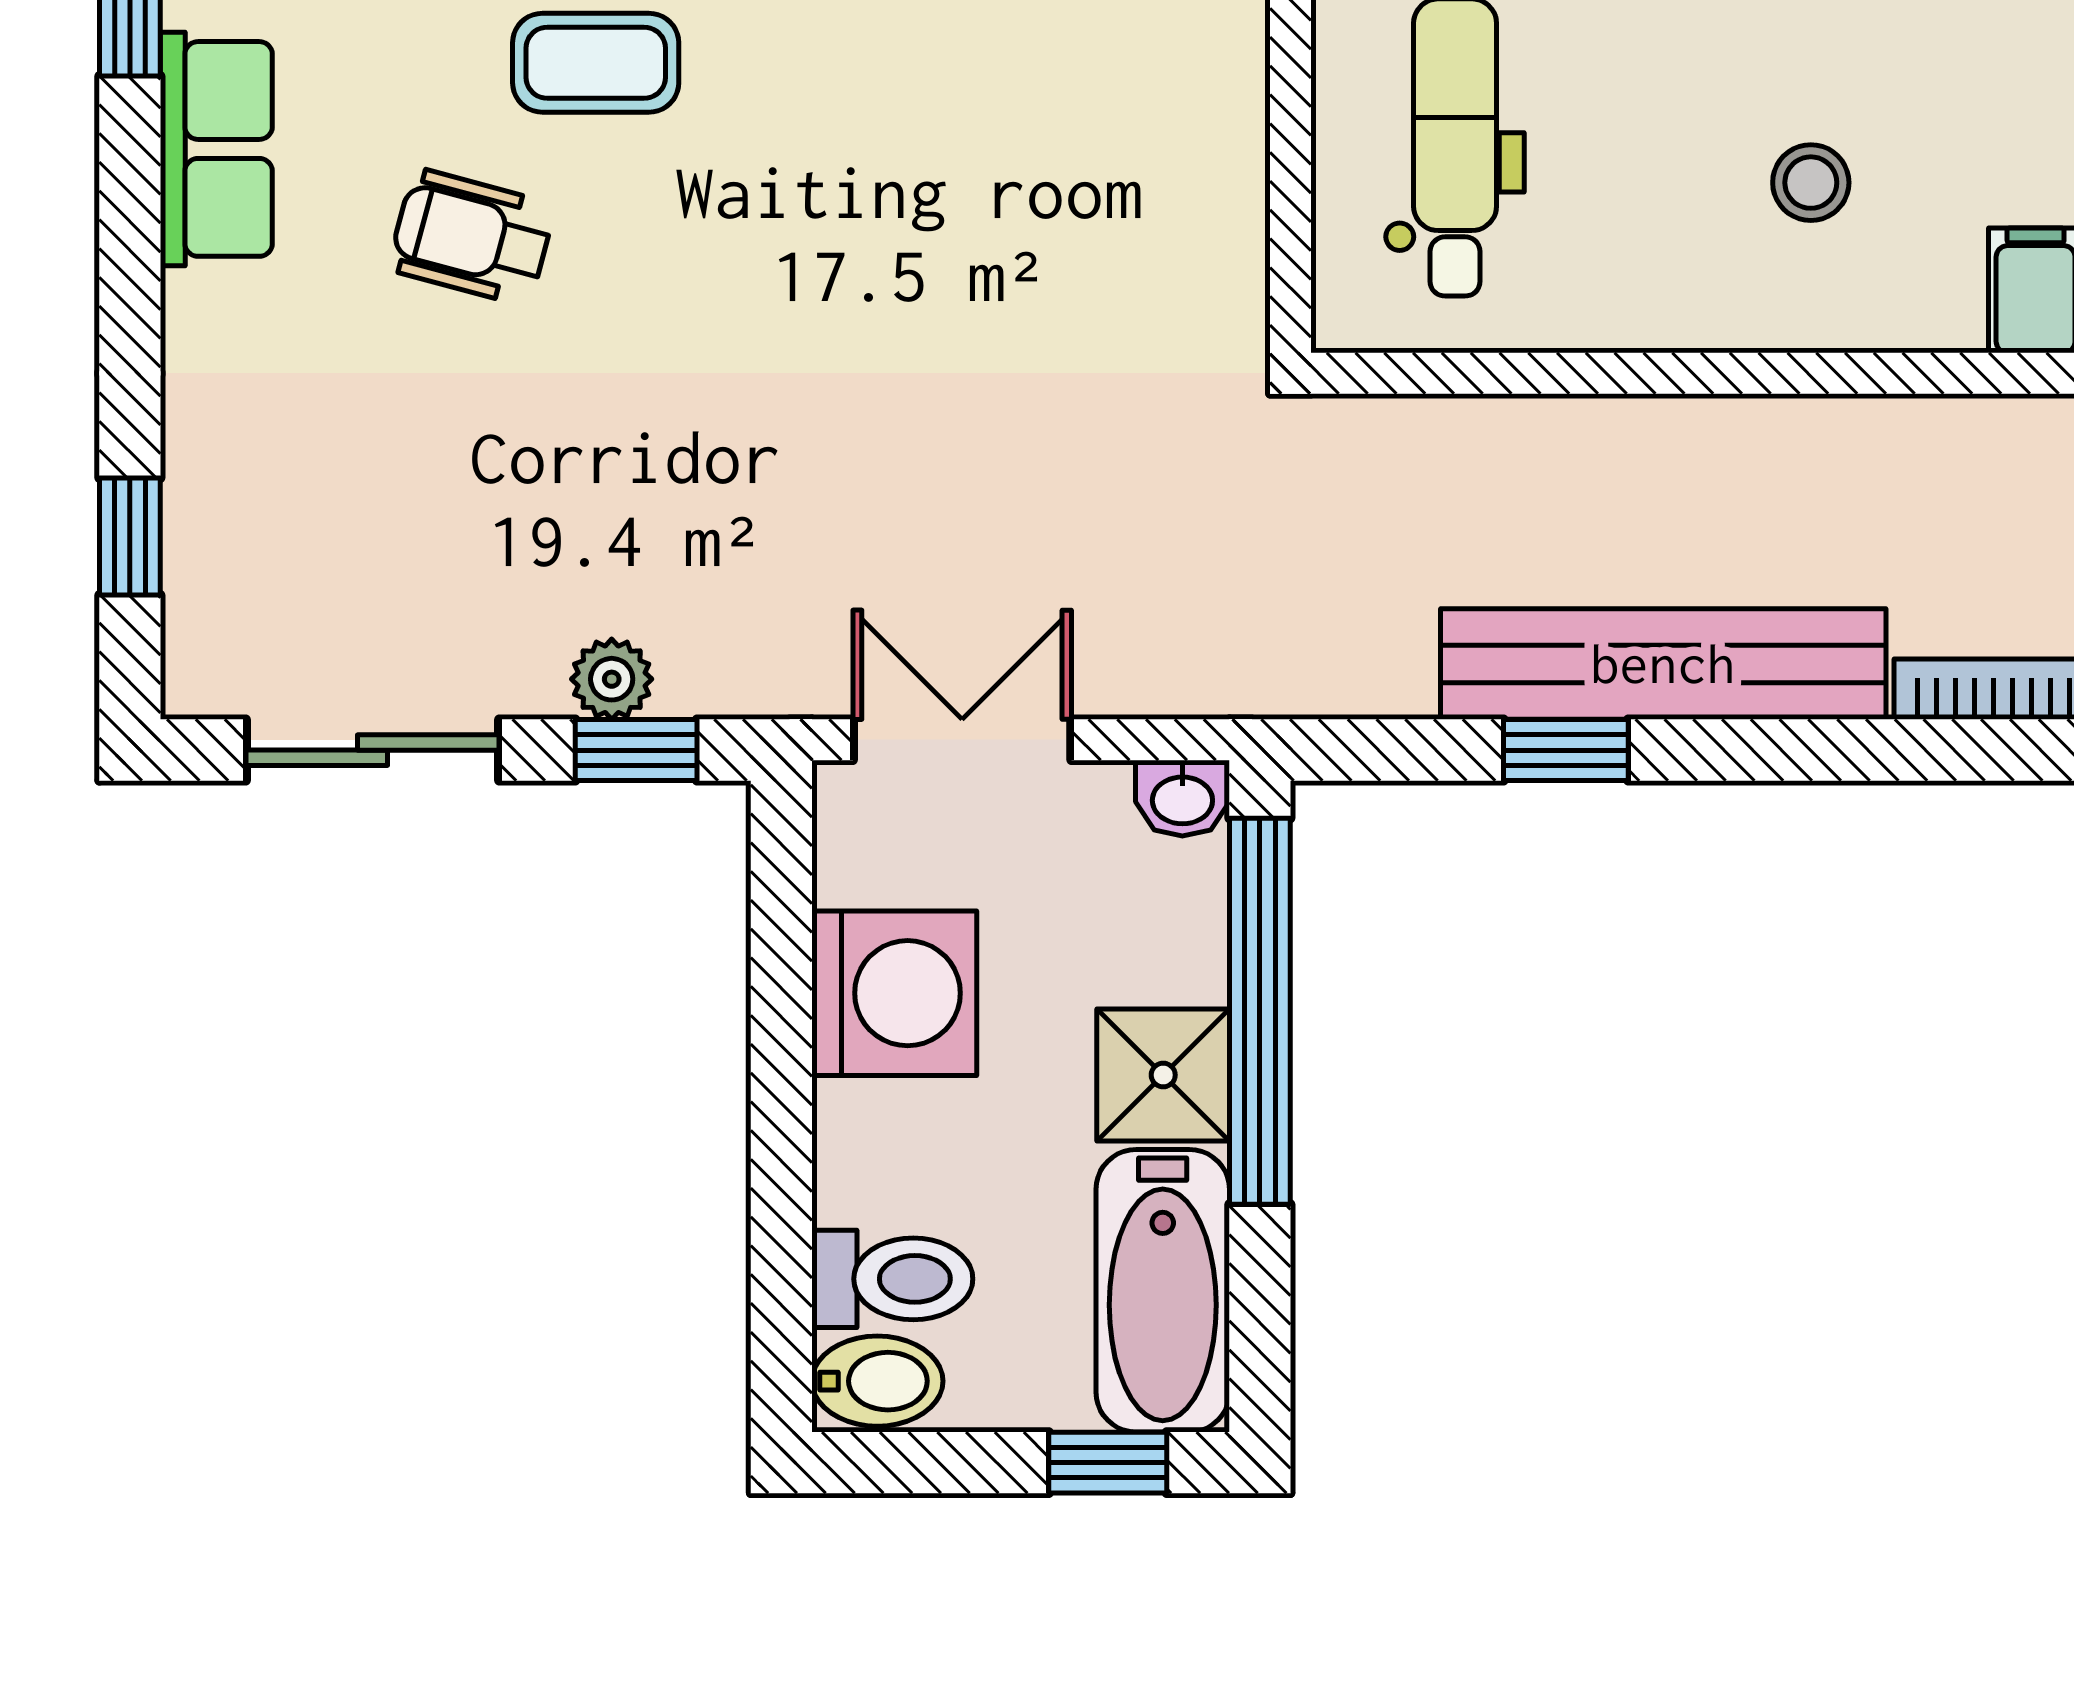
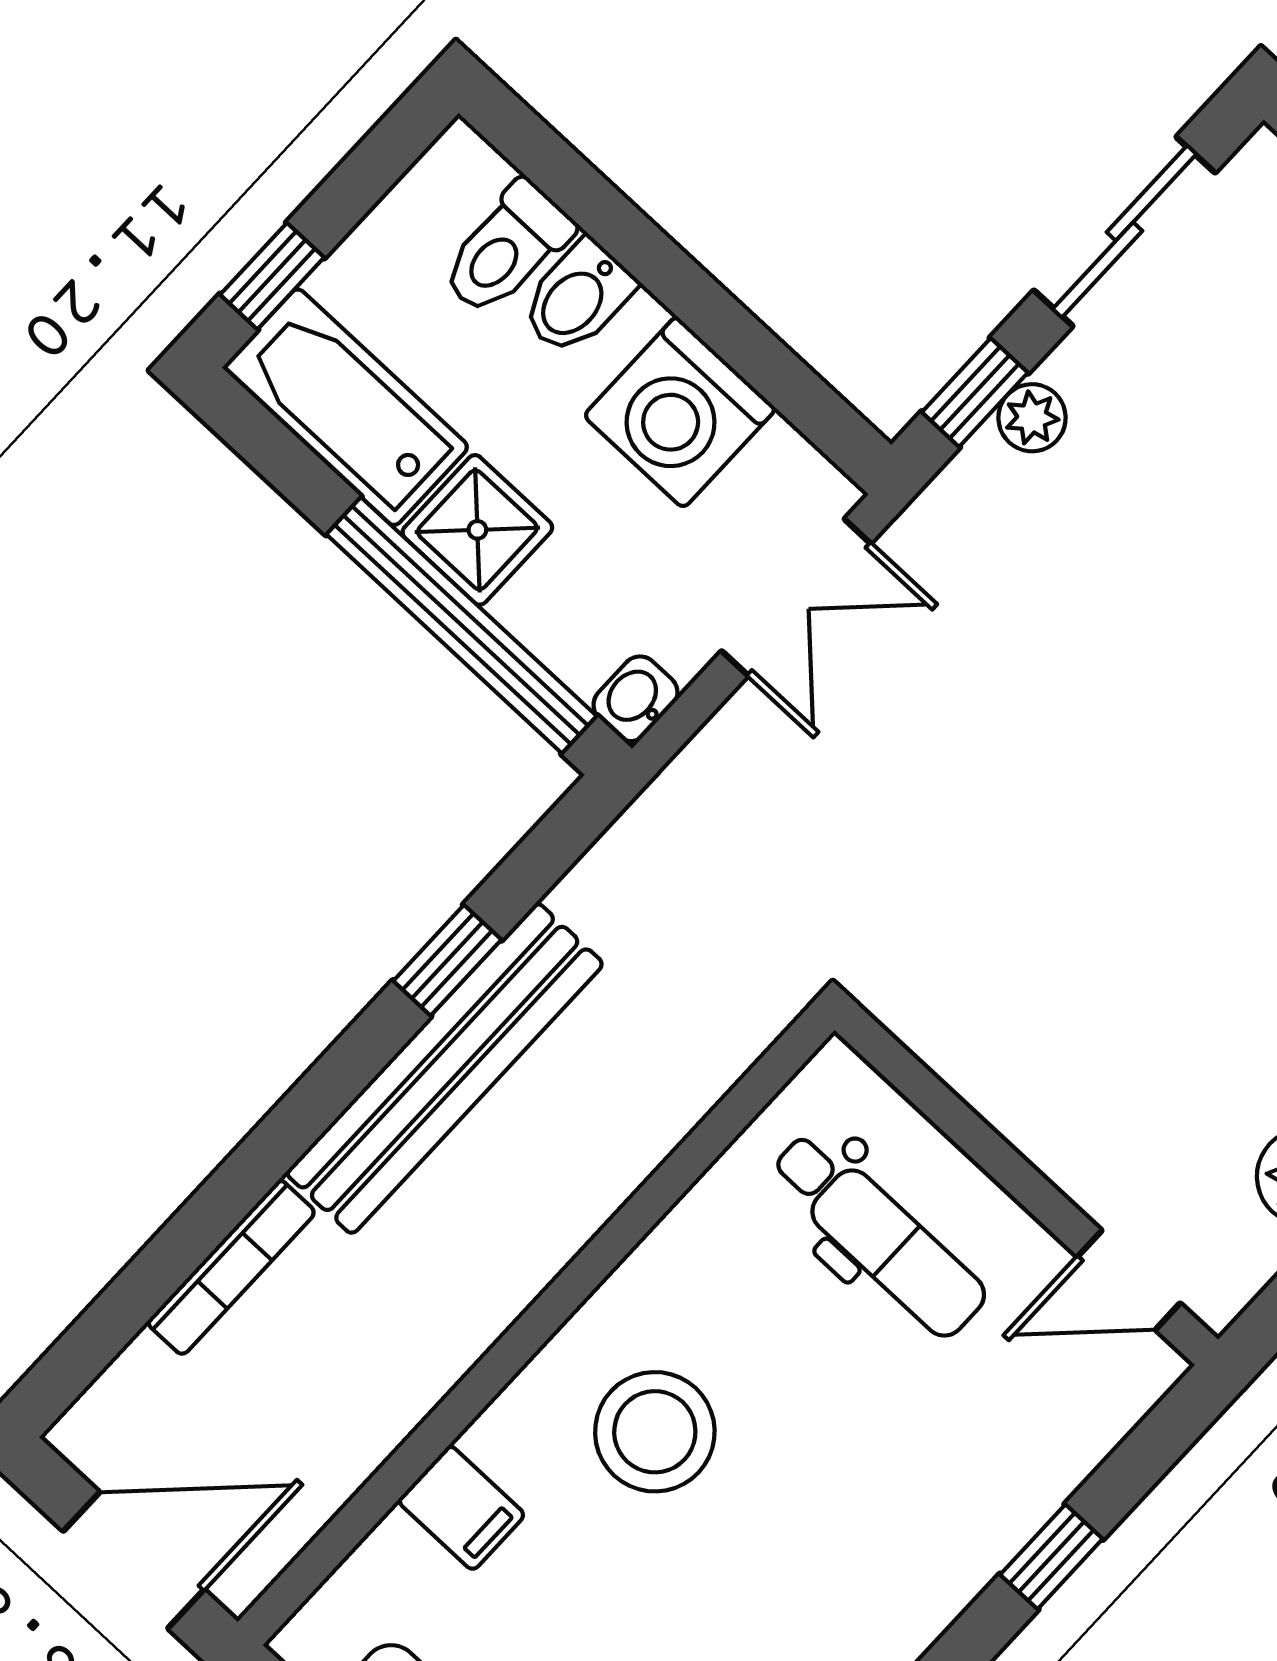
stool: (1811, 183) -> (655, 1432), width x1.89, depth x1.89
bidet: (877, 1381) -> (577, 298), moved

